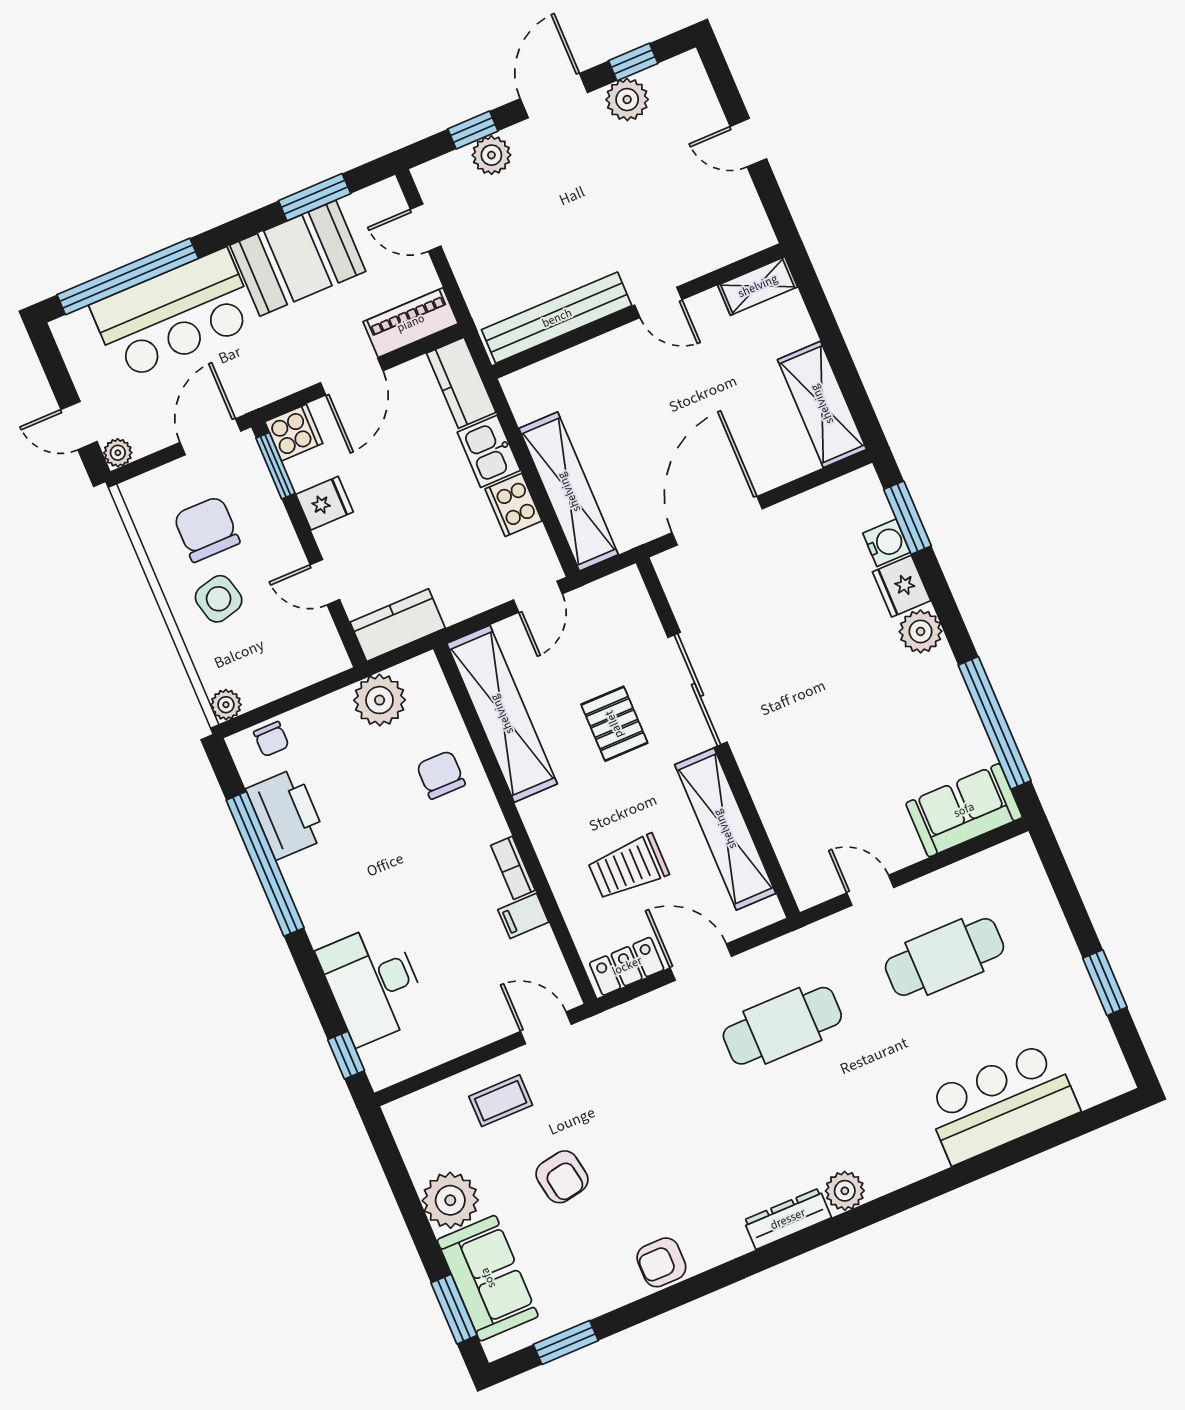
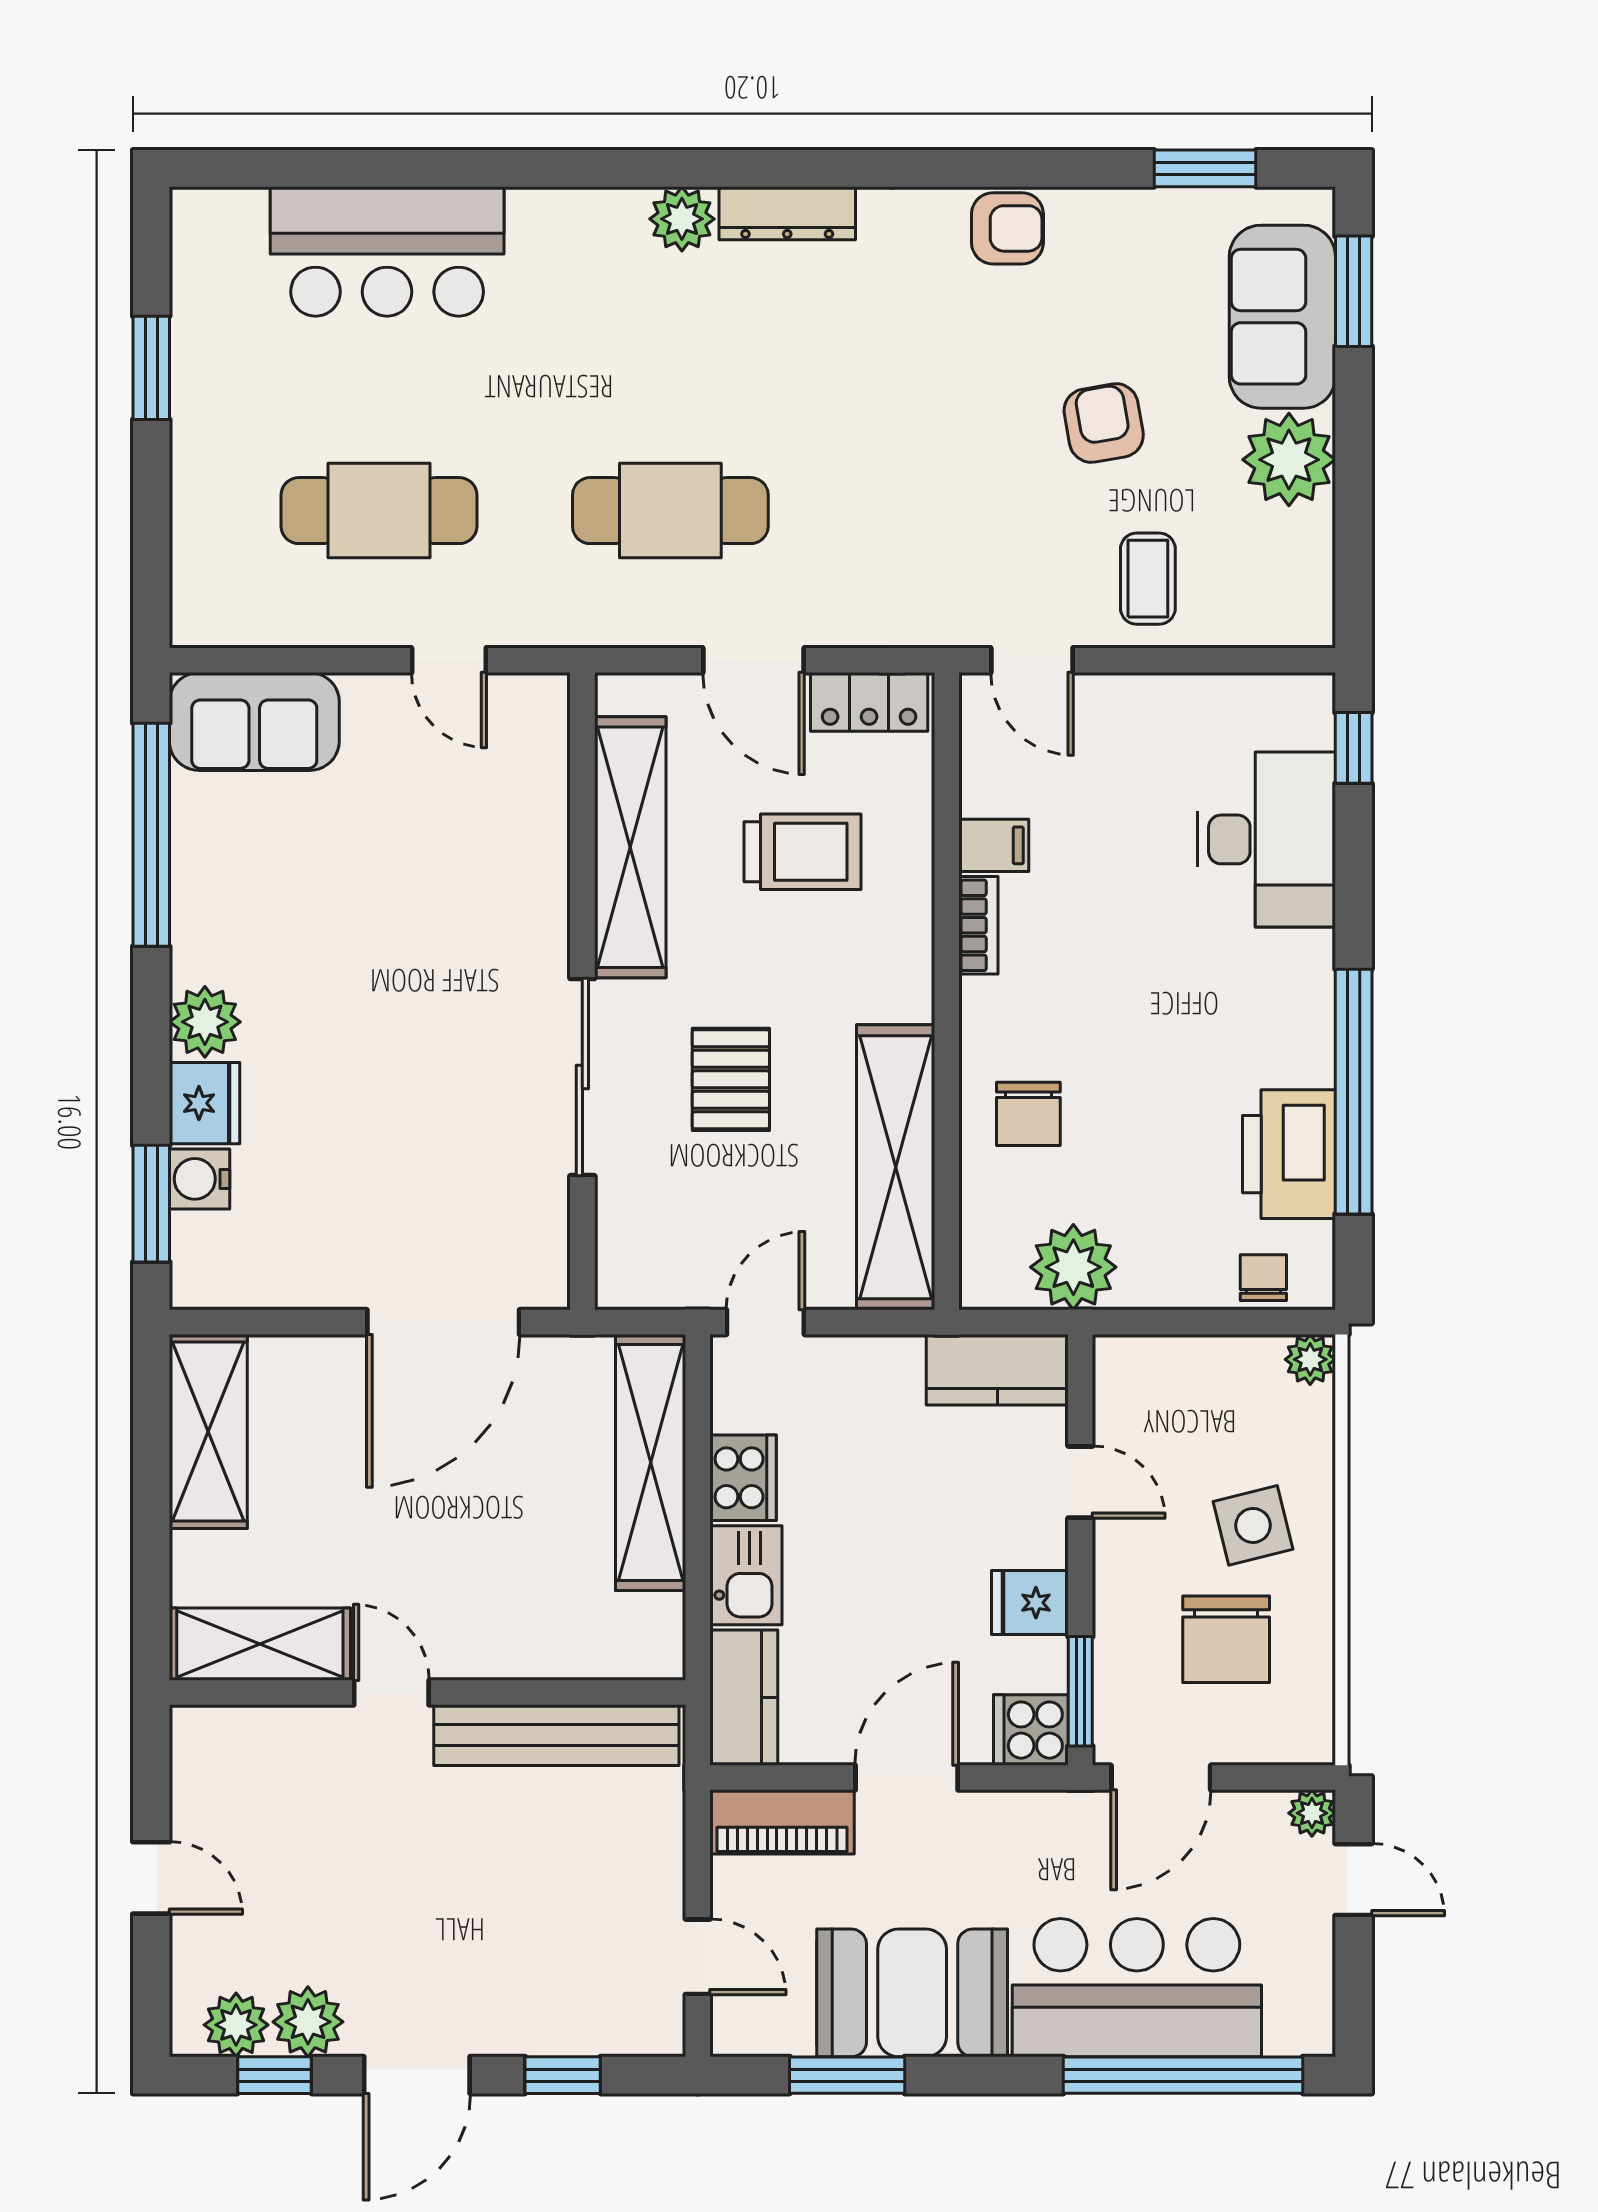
plant: (491, 155) -> (236, 2025), moved
shelving: (758, 286) -> (260, 1644), width x1.50, depth x1.33
coffee table: (501, 1101) -> (1148, 579), turned 90

